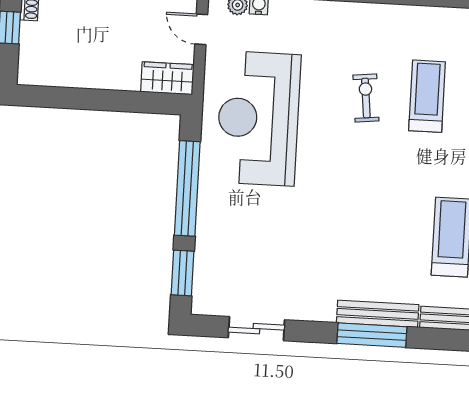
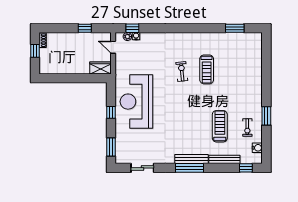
treadmill: (427, 96) -> (207, 69), turned 180
reception desk: (258, 118) -> (136, 102), moved
window: (187, 188) -> (111, 112), width x0.32

